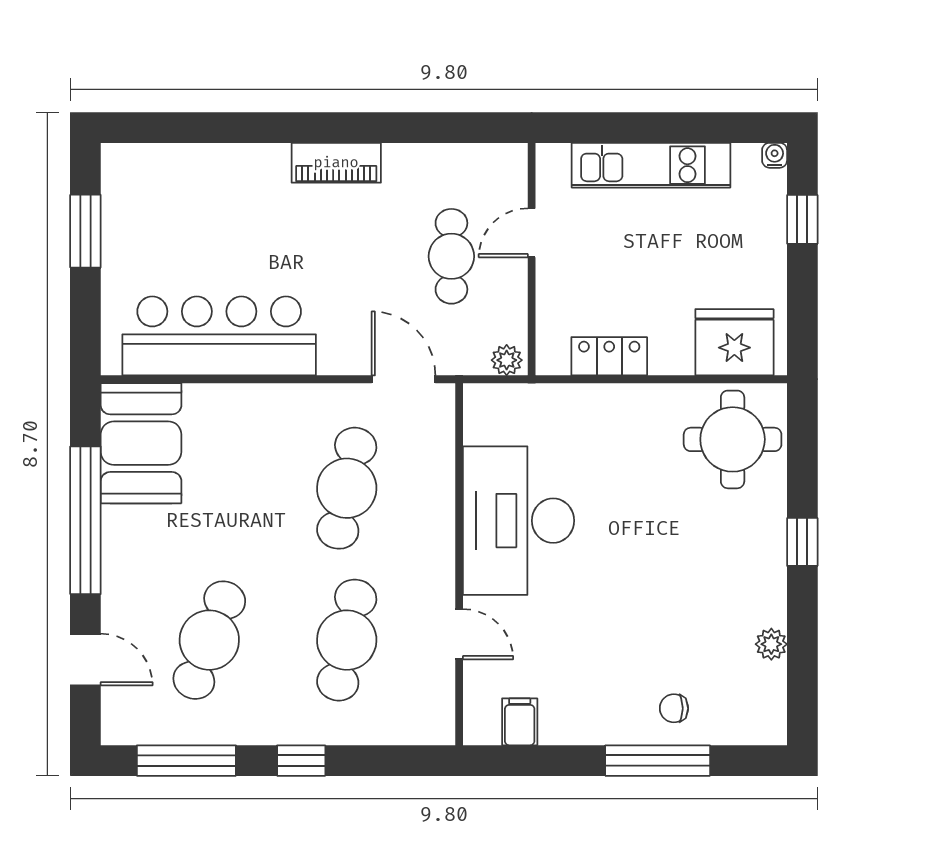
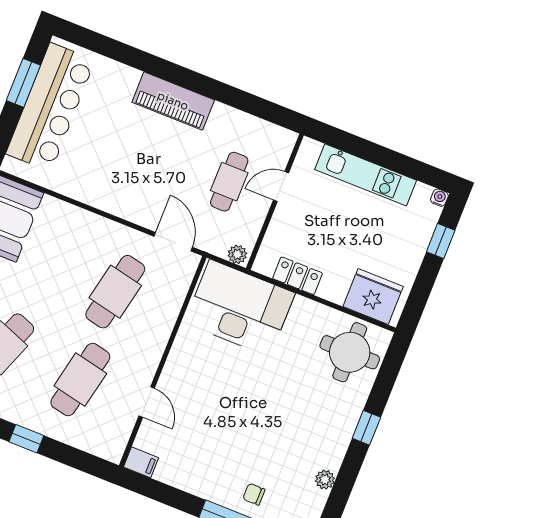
piano: (336, 163) -> (173, 101), width x1.37, depth x1.33
bar counter: (219, 336) -> (50, 107), moved, turned 90
desk: (519, 521) -> (240, 308), moved, turned 90
filing cabinet: (520, 722) -> (141, 462), moved, turned 90

